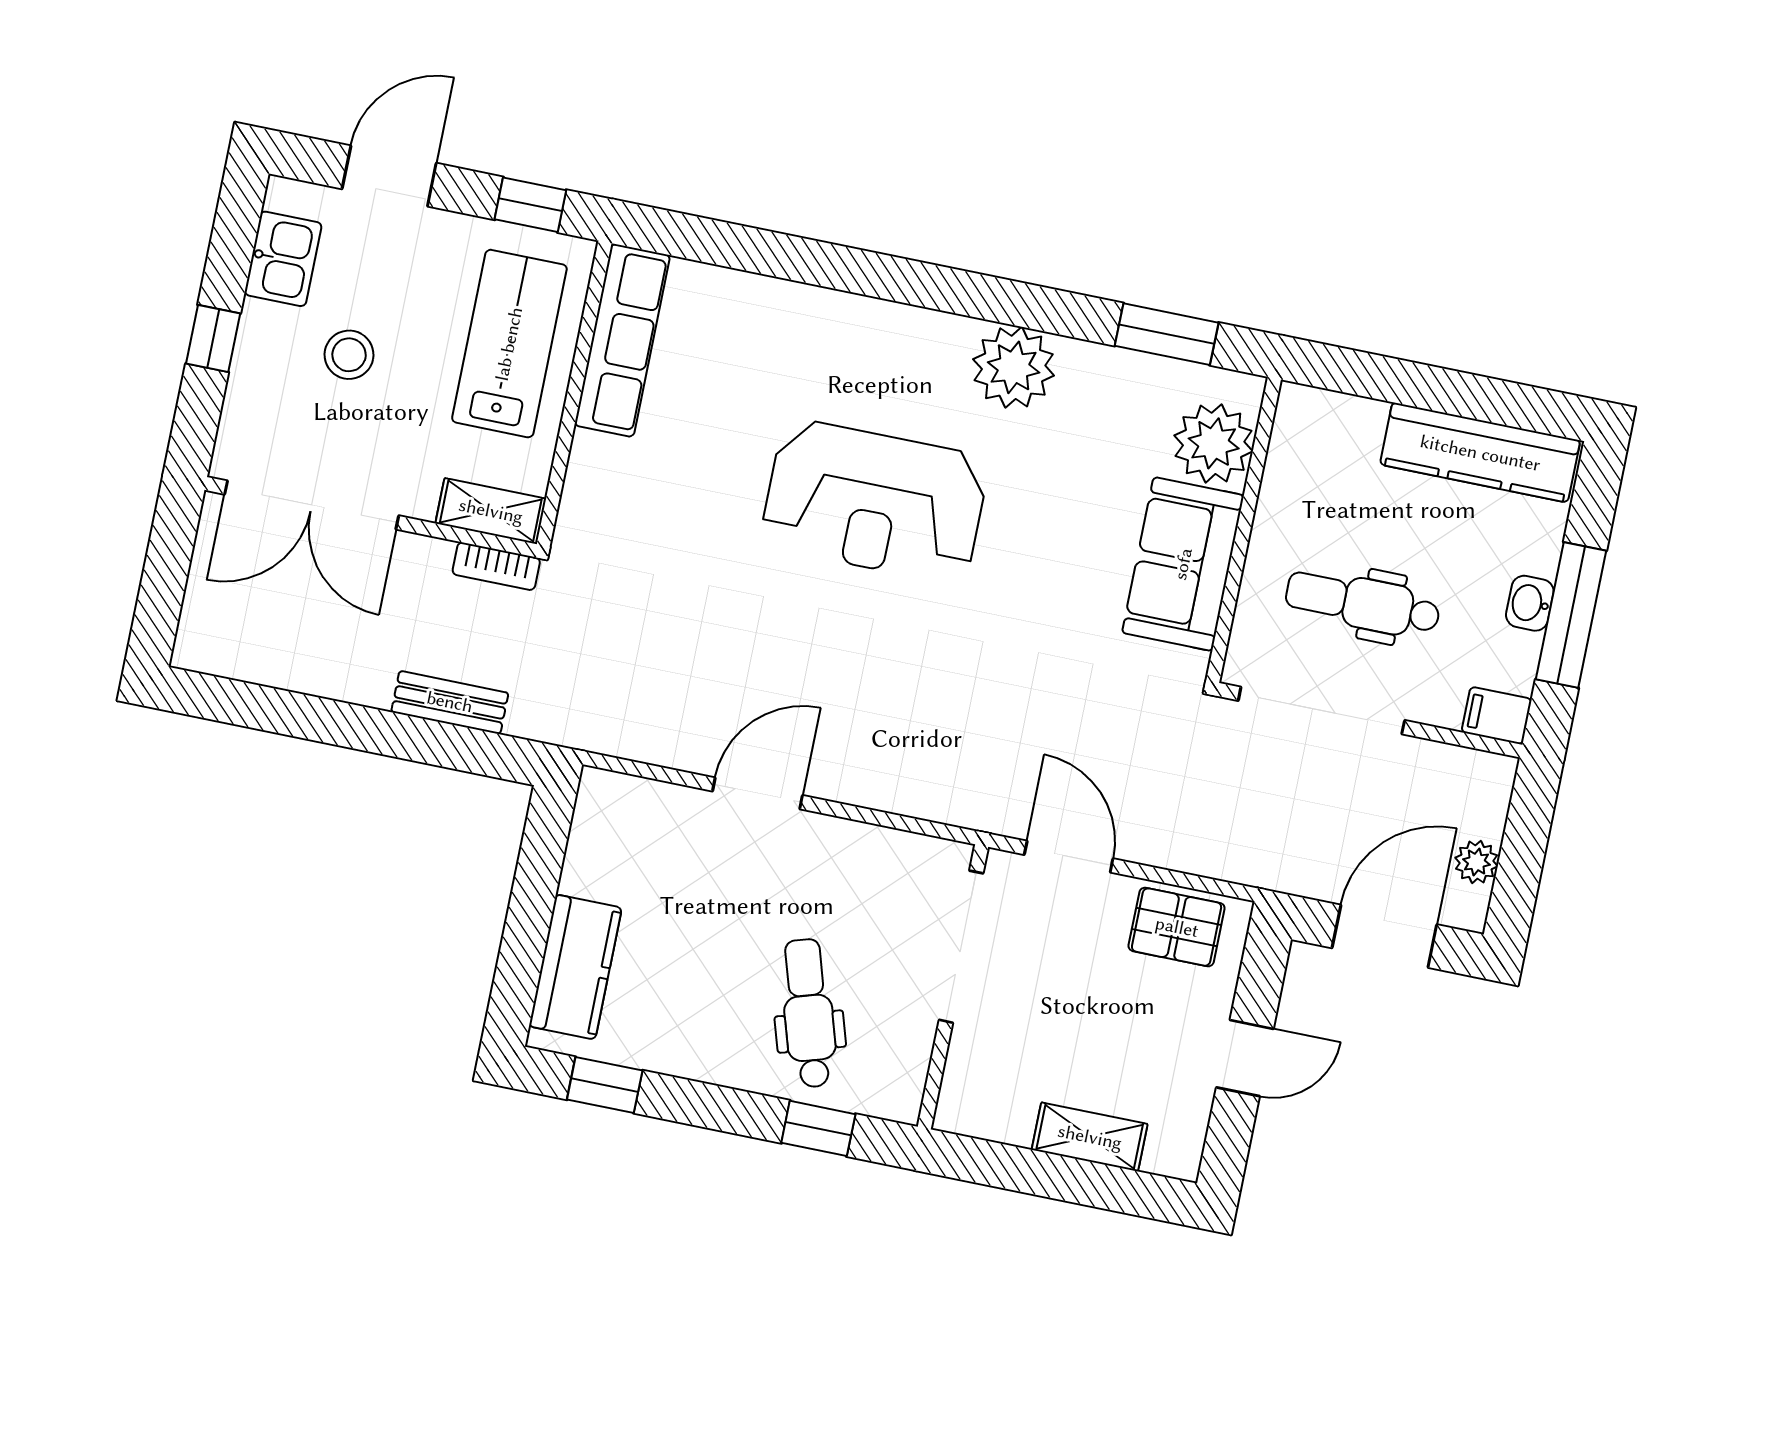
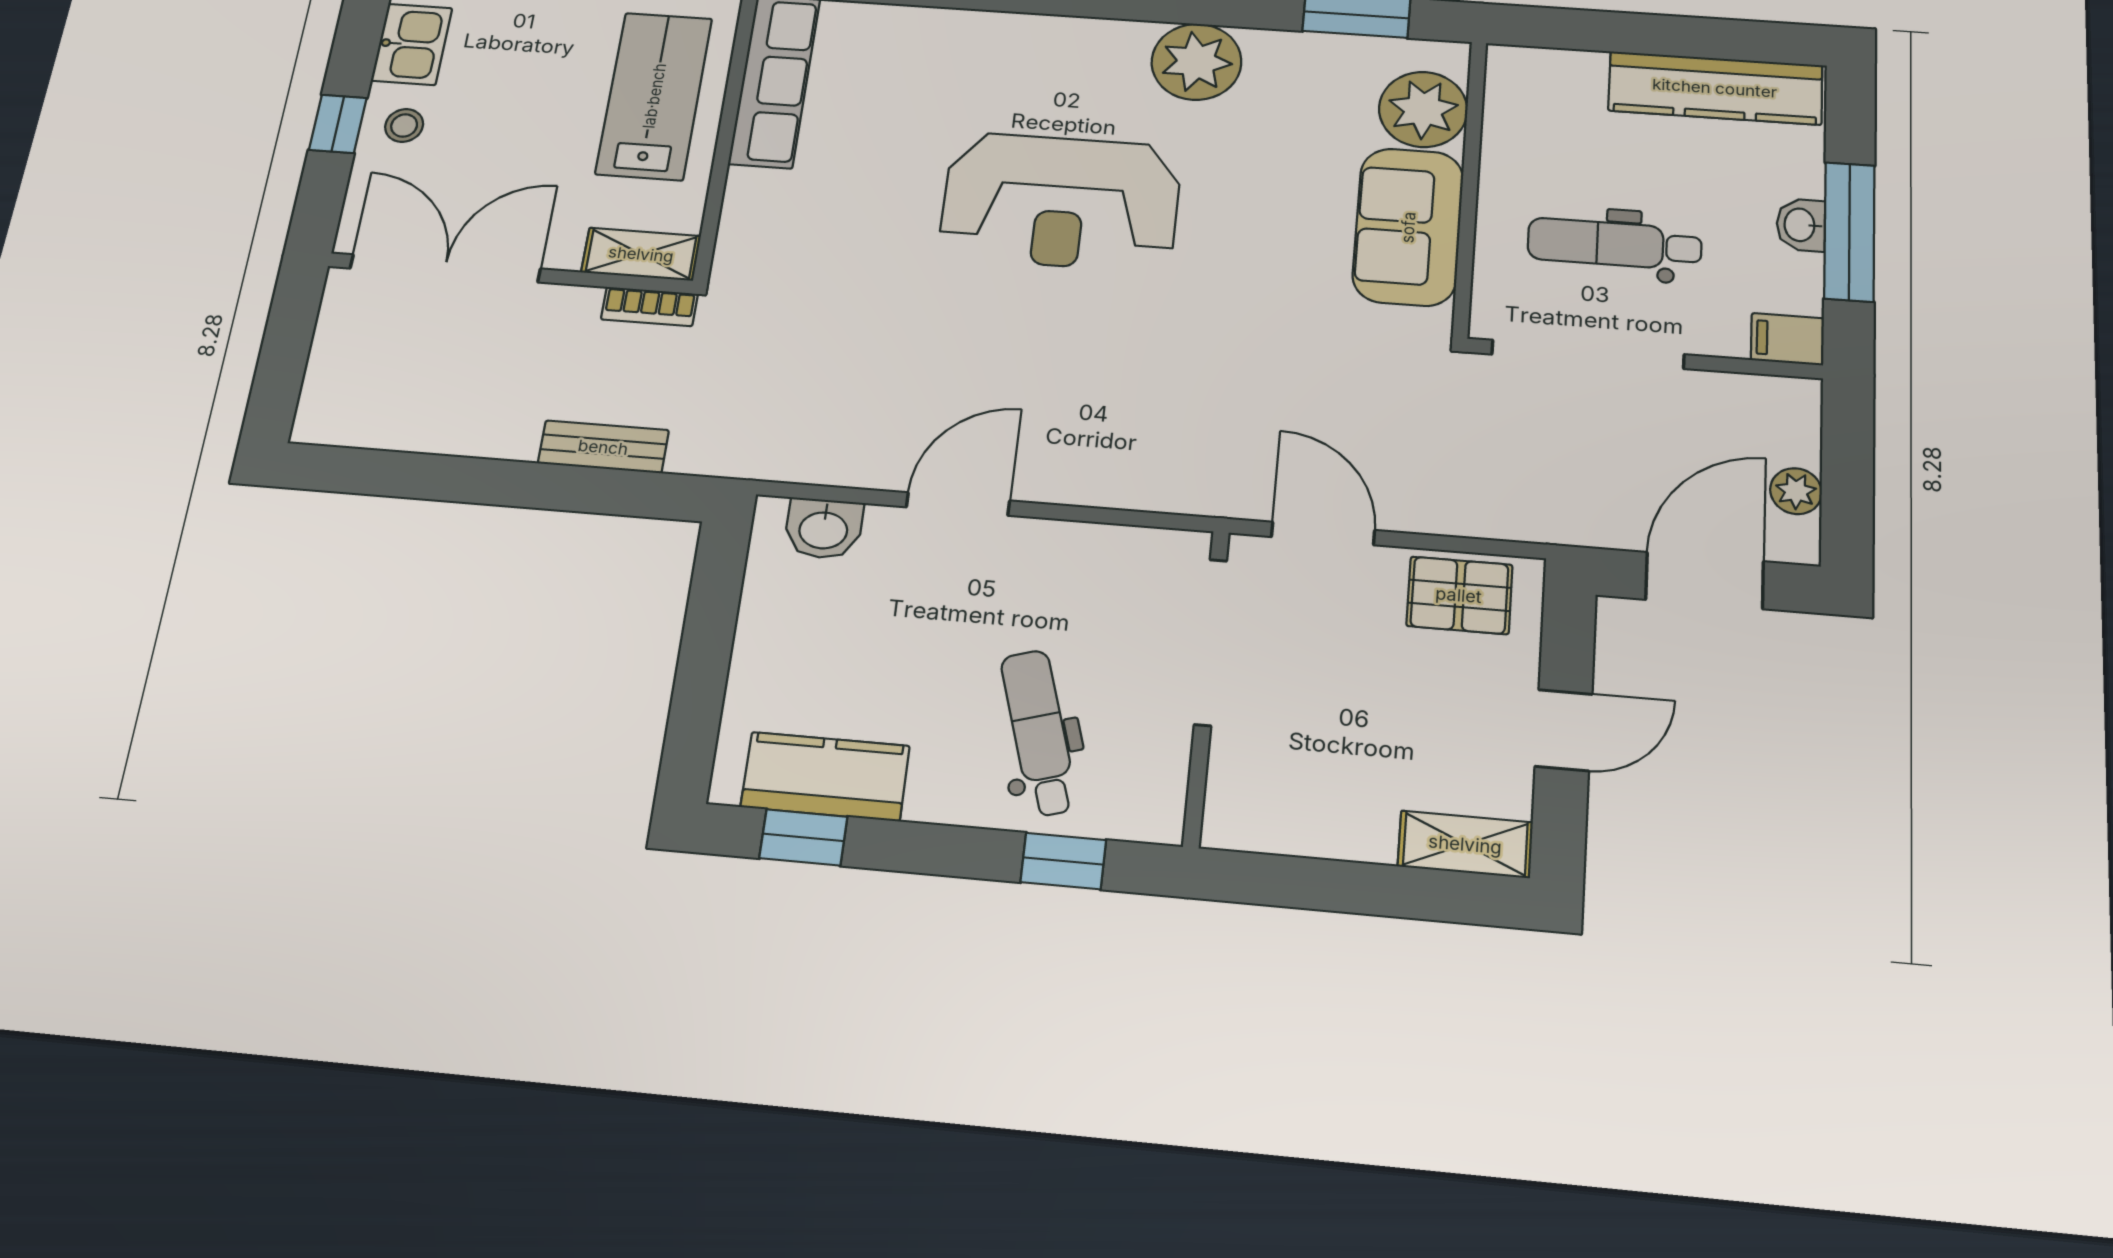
stool: (349, 355) -> (404, 126), moved, width x0.73, depth x0.73
double door: (312, 505) -> (445, 268), swing flipped
washbasin: (639, 804) -> (824, 529), added
kitchen counter: (575, 967) -> (825, 776), moved, turned -90
shelving: (1090, 1137) -> (1465, 844), moved

